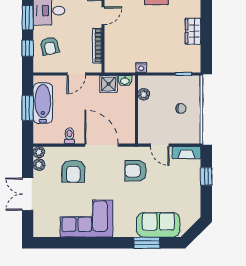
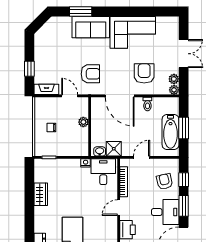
desk: (121, 57) -> (103, 172), added
plant: (144, 94) -> (83, 122), moved
sofa: (158, 225) -> (91, 27), moved

